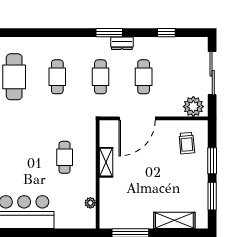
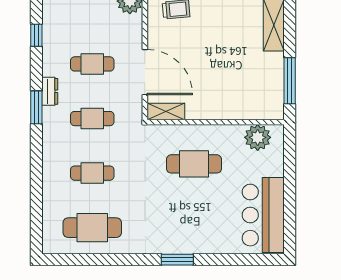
cafe table: (65, 157) -> (194, 164), width x1.37, depth x1.35
shelving: (106, 162) -> (166, 112), moved
plant: (90, 203) -> (258, 137), width x1.88, depth x1.88

